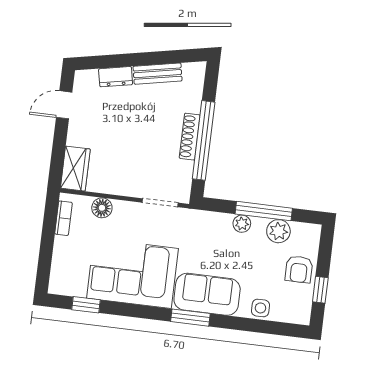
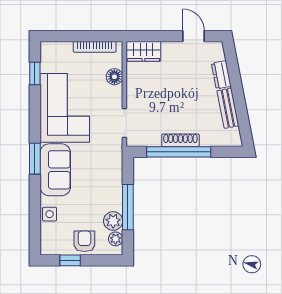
bookcase: (63, 218) -> (95, 47), width x1.56
plant: (242, 224) -> (116, 239), moved
armchair: (299, 269) -> (84, 241), turned 90

